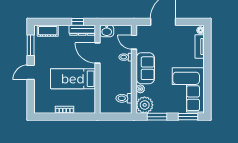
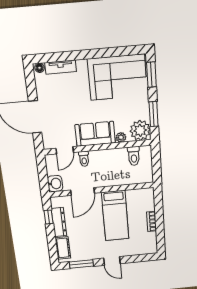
dresser: (82, 30) -> (59, 222), moved

